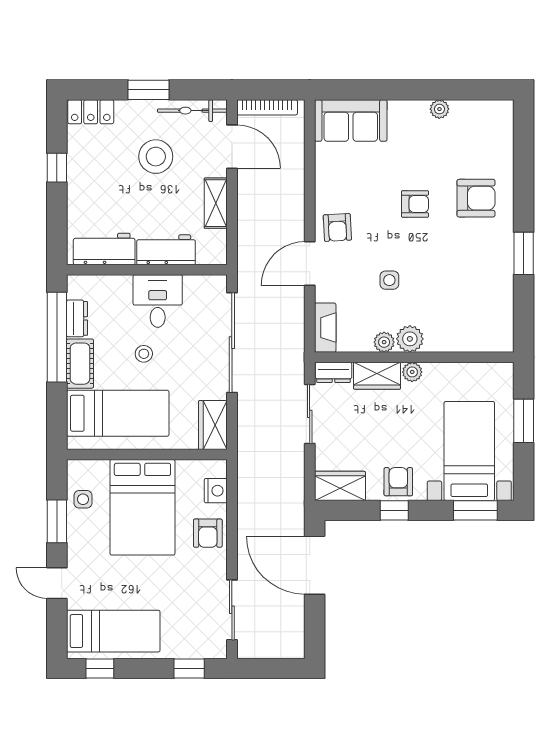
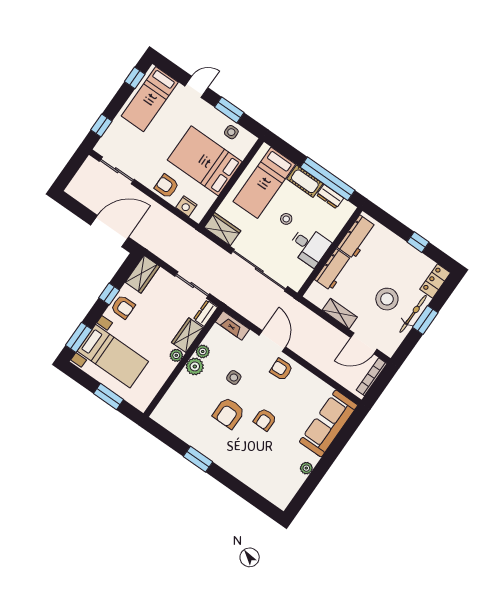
bicycle: (192, 111) -> (413, 314), moved
sofa: (351, 120) -> (328, 423), width x1.36
armchair: (476, 198) -> (229, 413), moved

